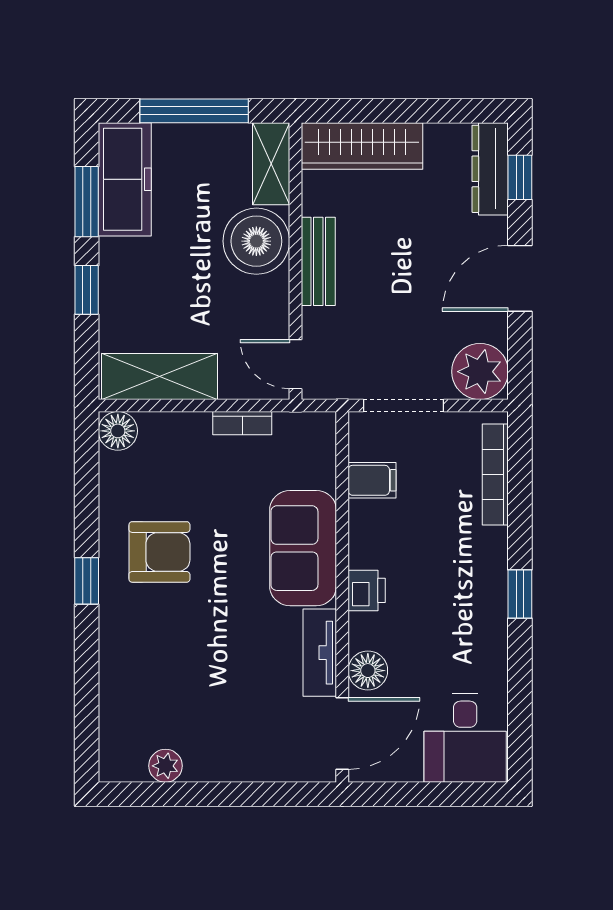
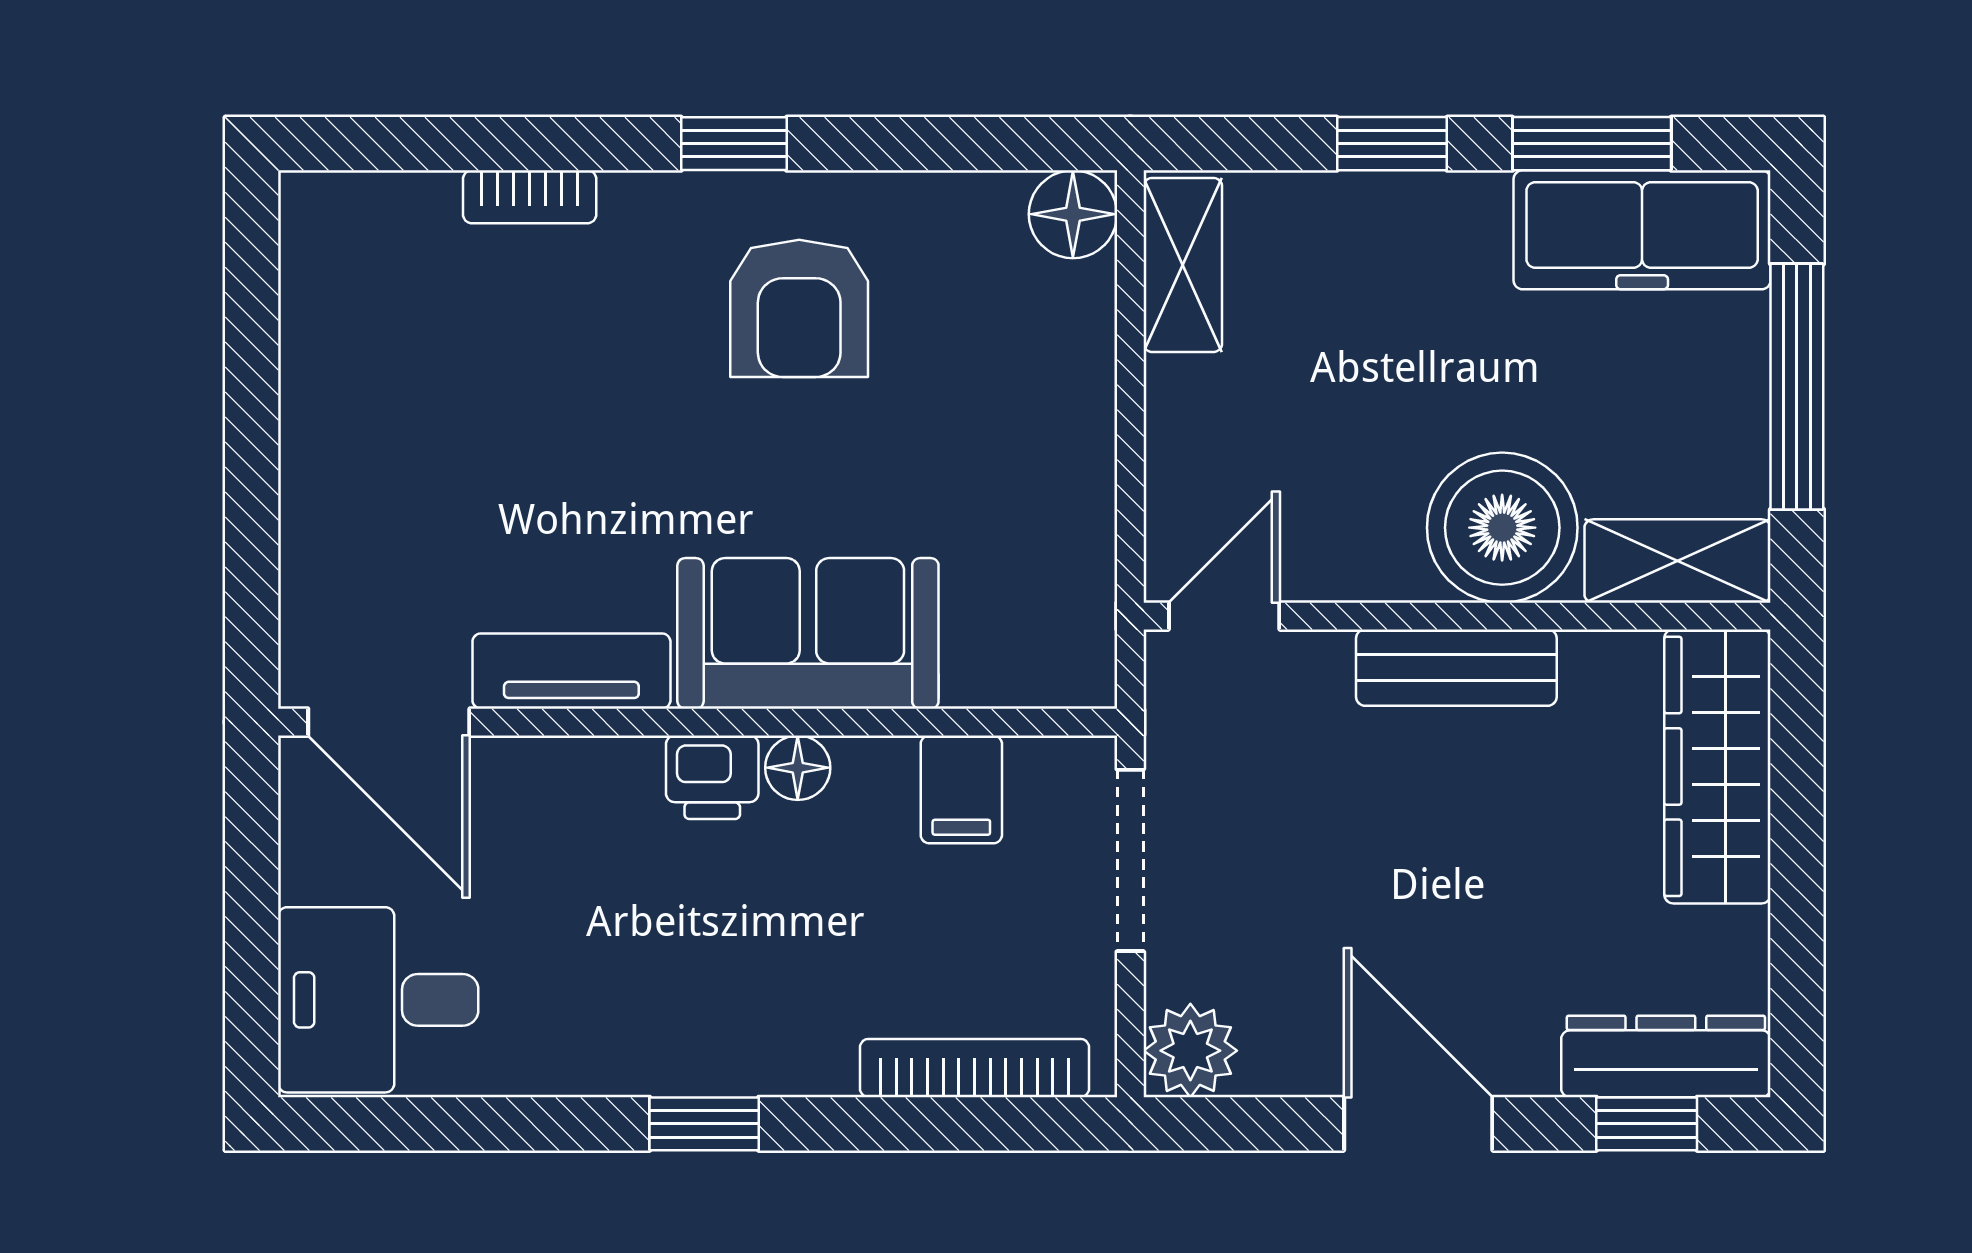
plant: (480, 372) -> (1190, 1051), width x0.73, depth x0.73
shelving: (160, 377) -> (1183, 265), width x0.67, depth x0.75
bookcase: (242, 423) -> (530, 197), moved, turned -90
floor lamp: (368, 671) -> (798, 768), moved, width x0.73, depth x0.73
plant: (165, 766) -> (316, 322), removed

